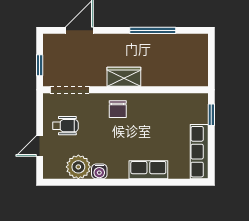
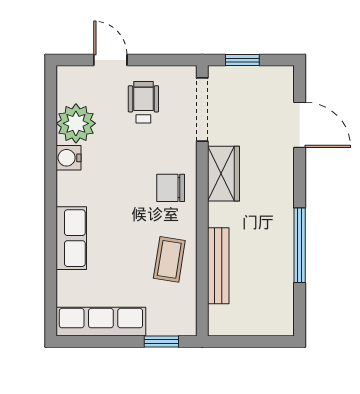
wardrobe: (124, 77) -> (224, 174), moved
bench: (165, 80) -> (218, 266), added
coffee table: (161, 110) -> (169, 259), added
wheelchair: (65, 126) -> (143, 102), turned 180

